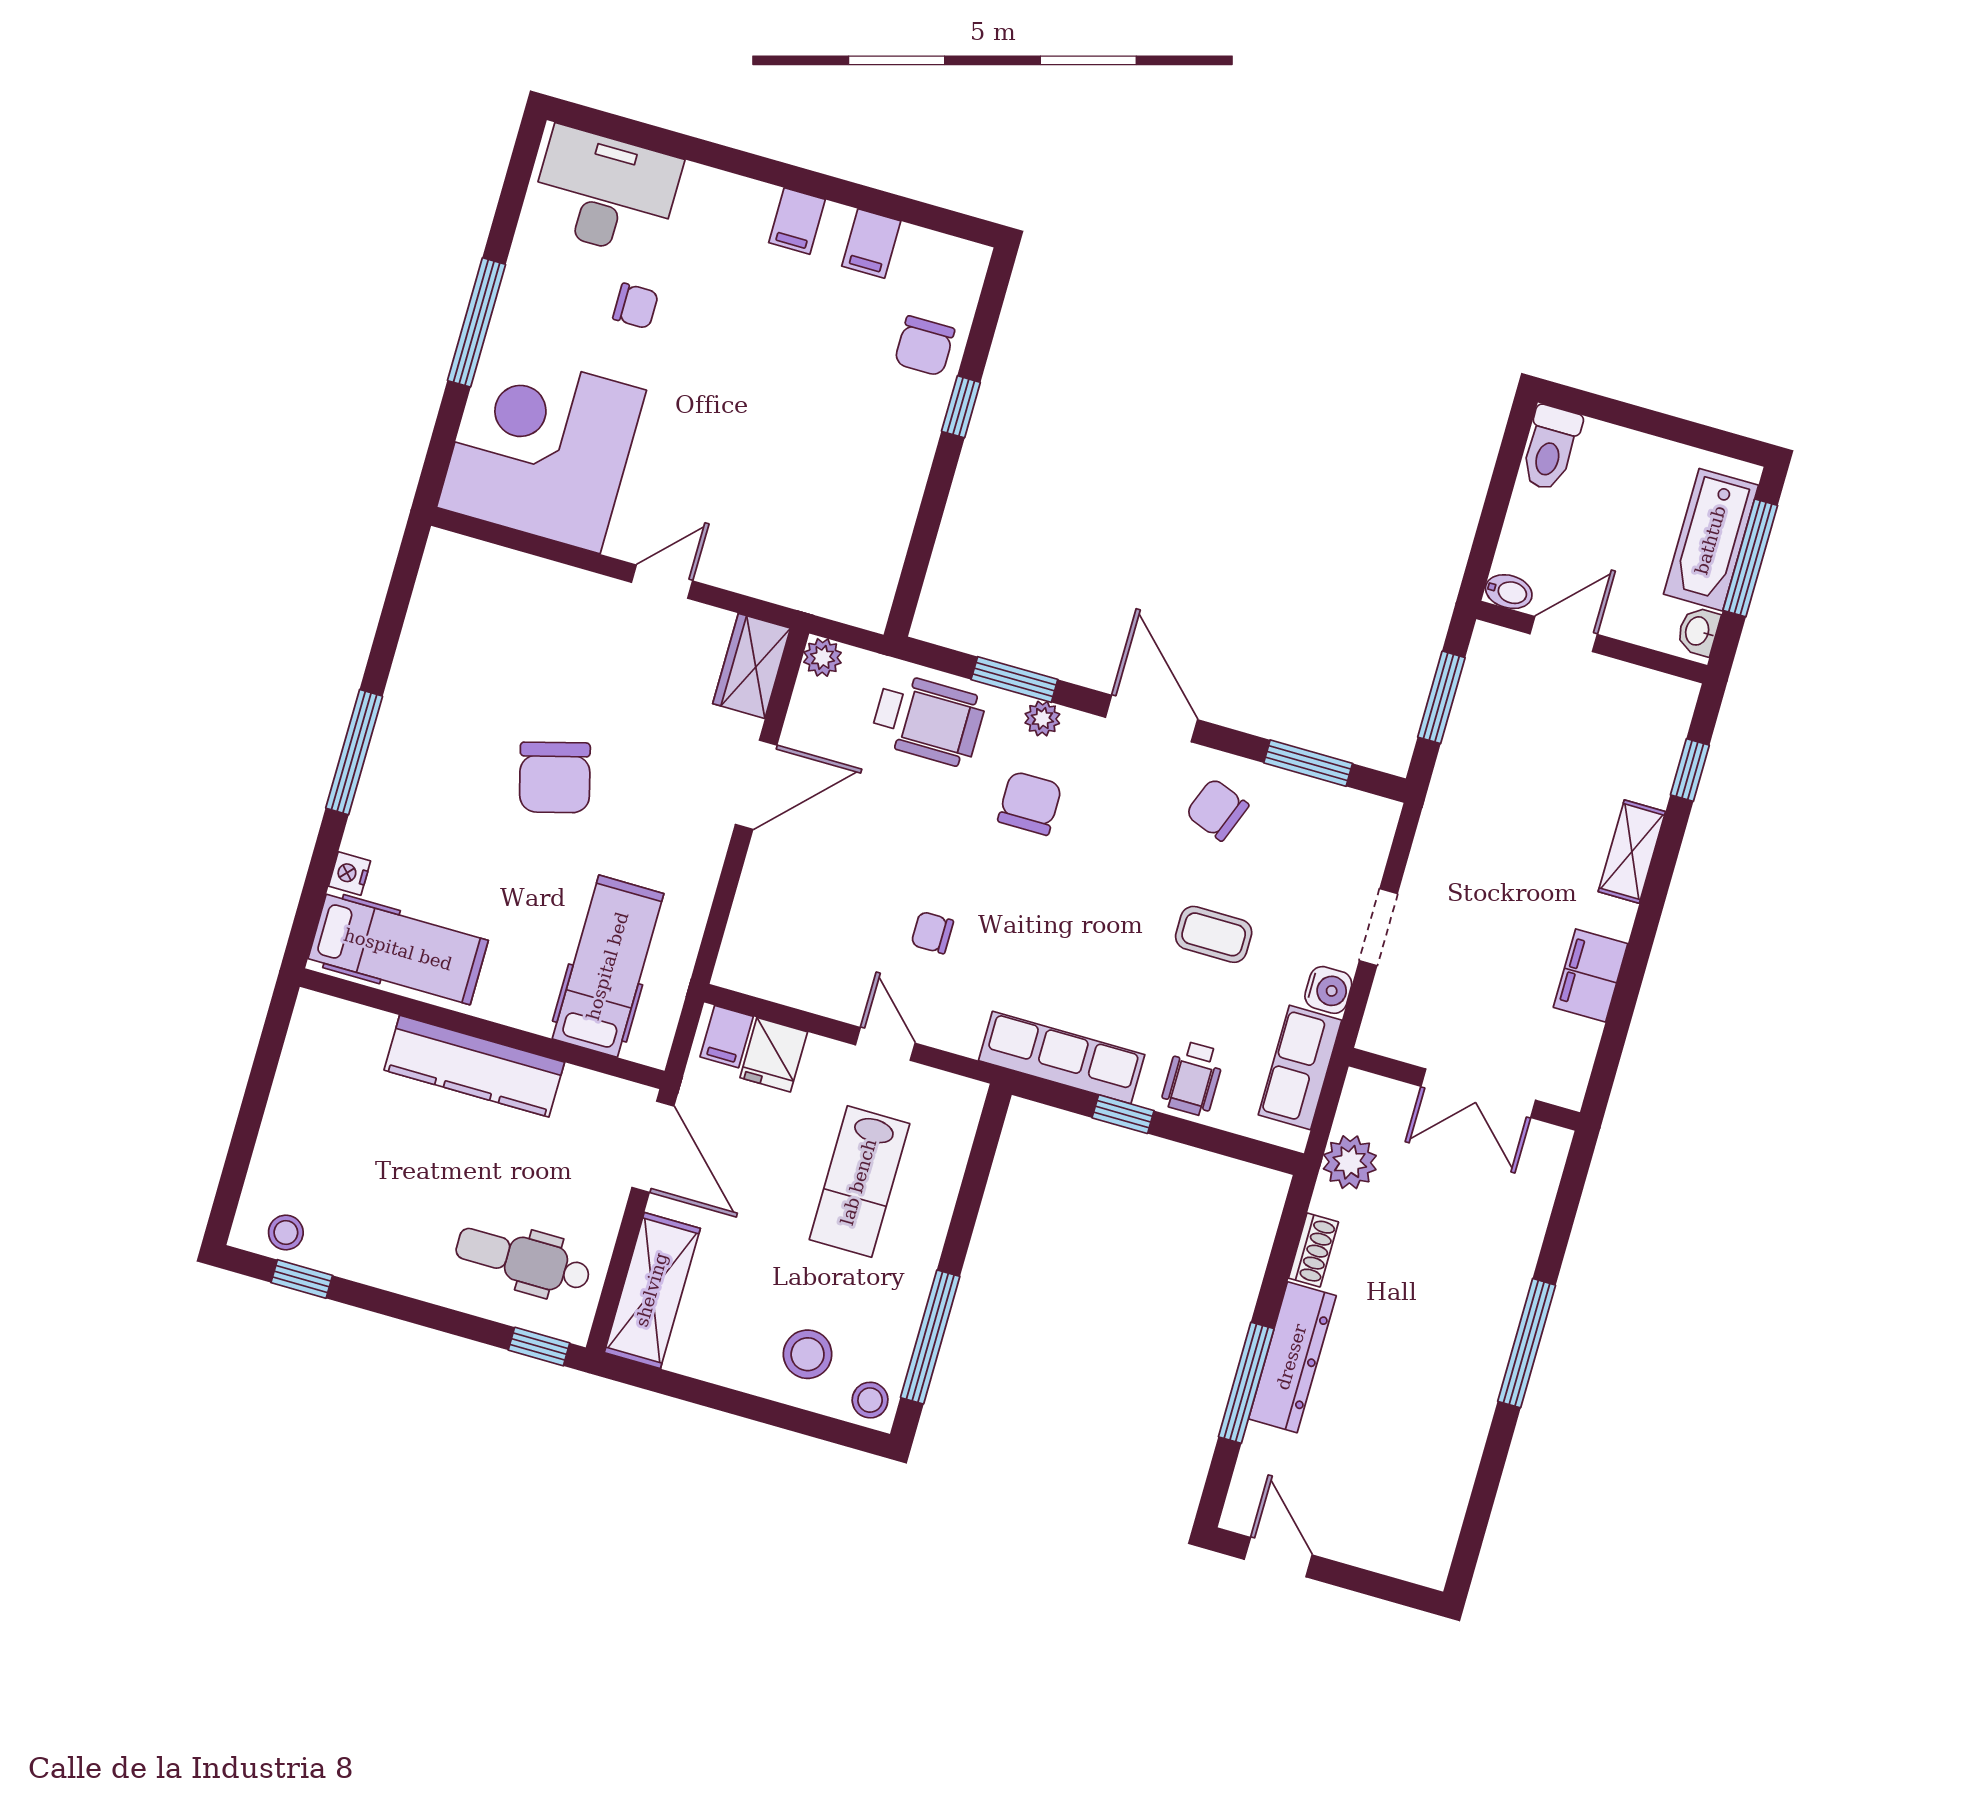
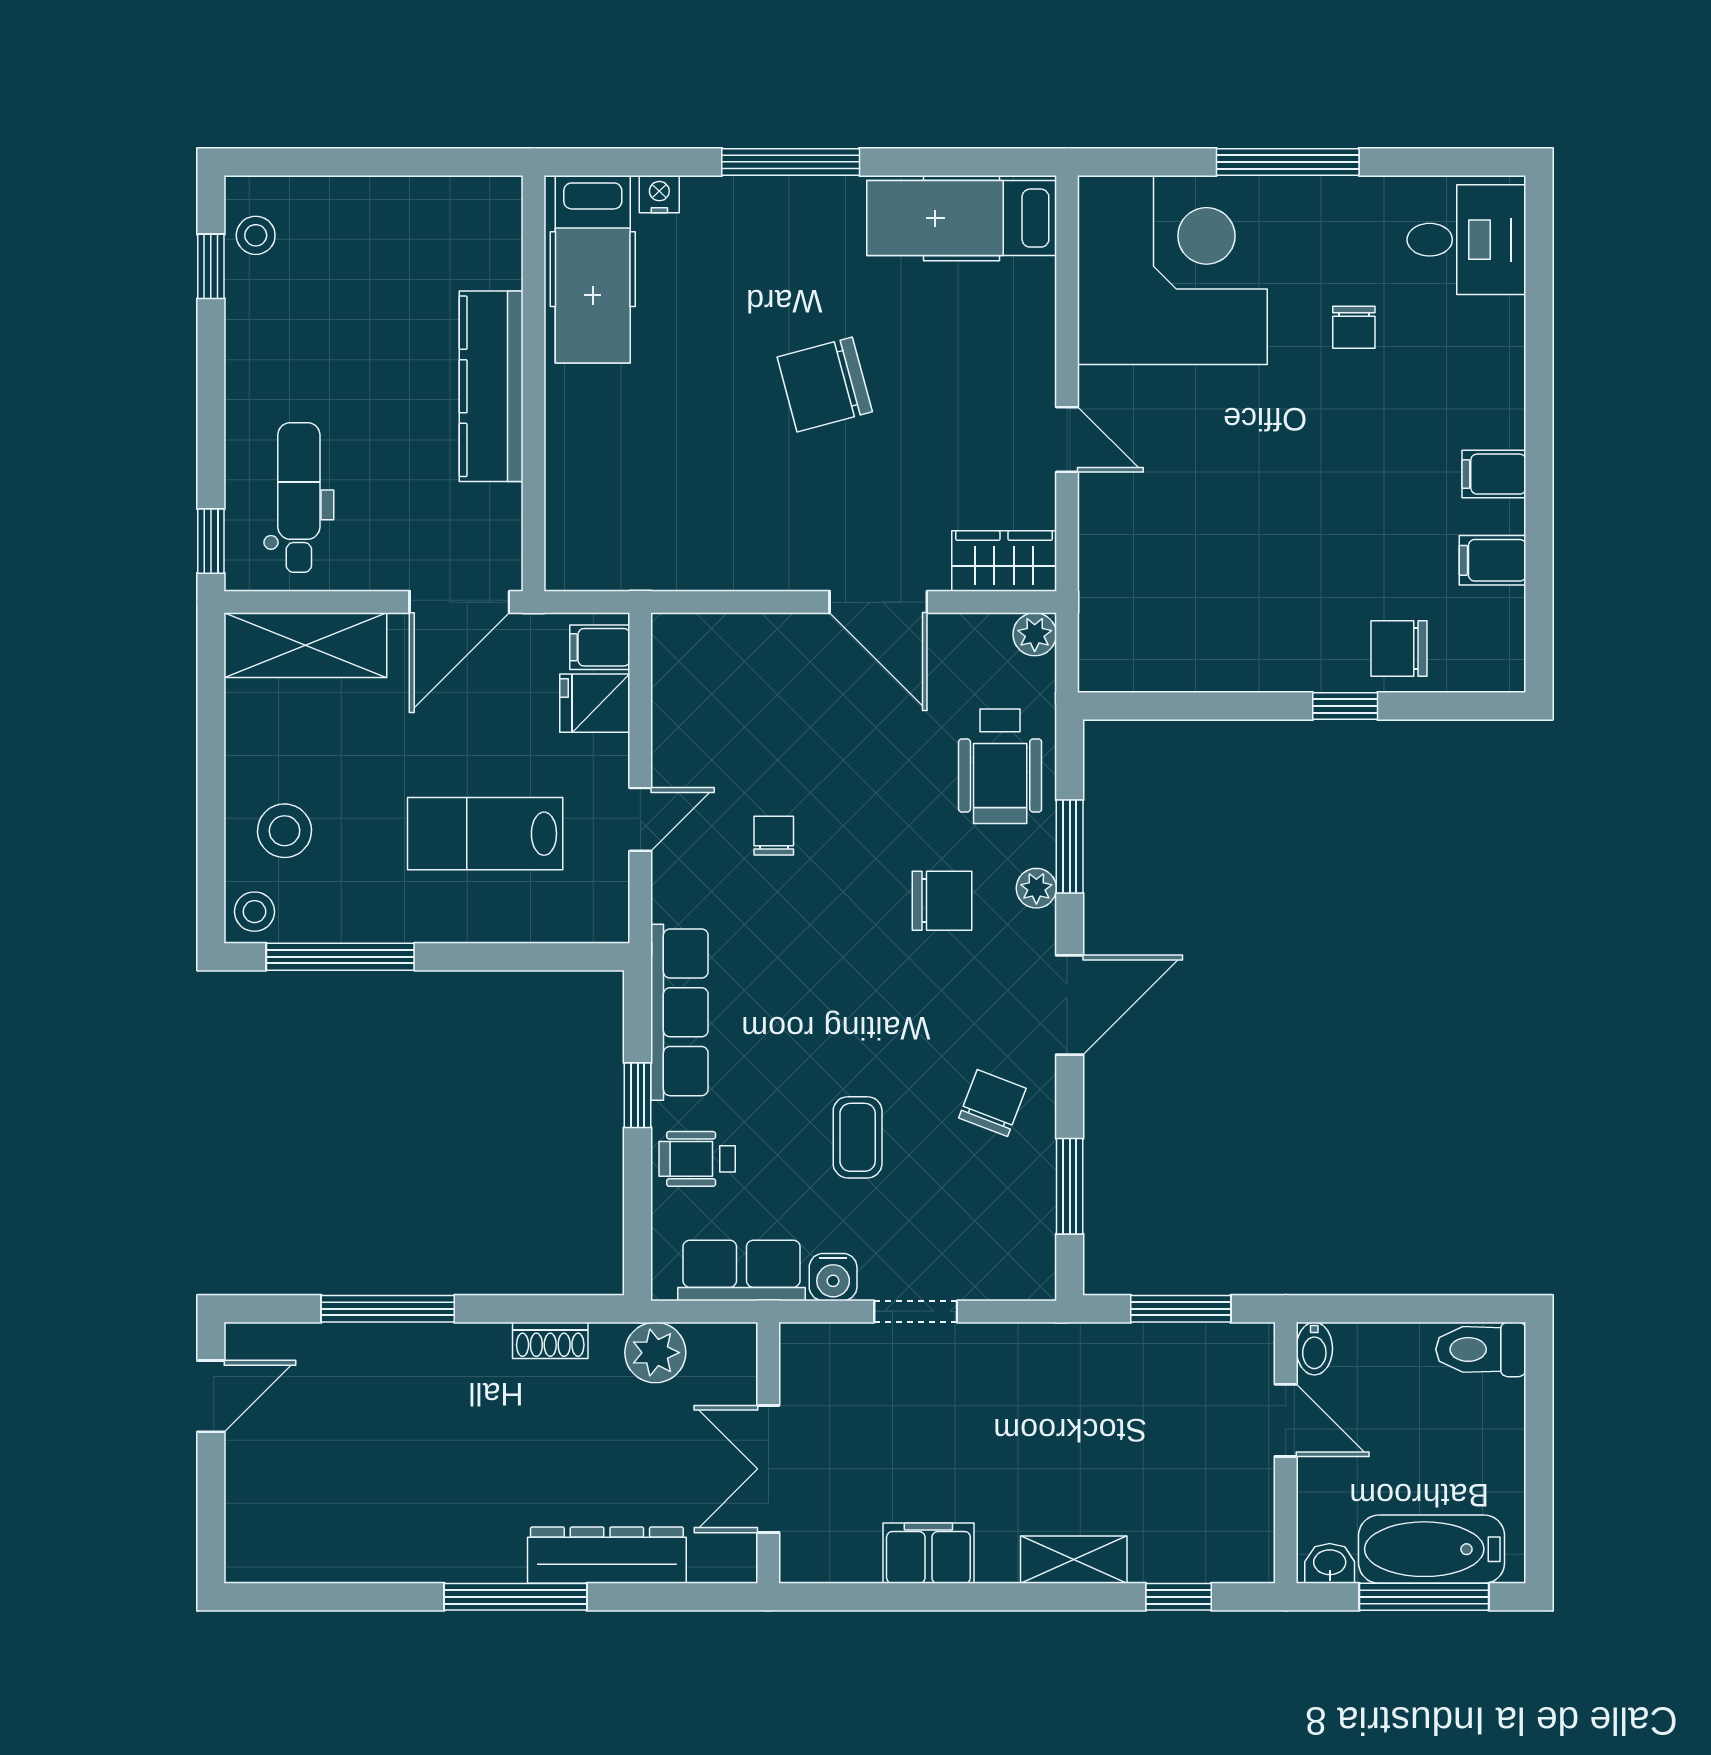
desk: (605, 192) -> (1466, 240), width x0.73
hospital bed: (608, 966) -> (962, 218), moved, turned 180
dresser: (1292, 1357) -> (607, 1555), moved, turned 180

